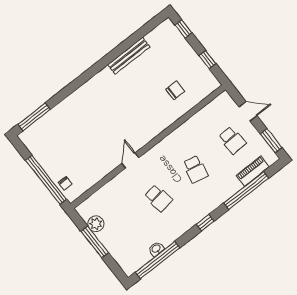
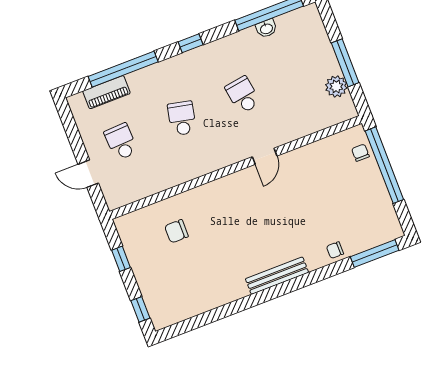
bench: (129, 56) -> (277, 276), moved
chair: (62, 111) -> (335, 250), added
window: (271, 141) -> (70, 125), removed

